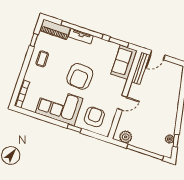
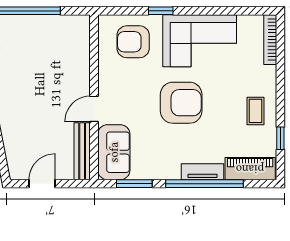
door: (157, 55) -> (42, 184), moved
armchair: (80, 76) -> (181, 103), turned 86
door: (122, 103) -> (94, 109), moved
armchair: (94, 117) -> (133, 42), turned 90
plant: (126, 137) -> (68, 26), removed

